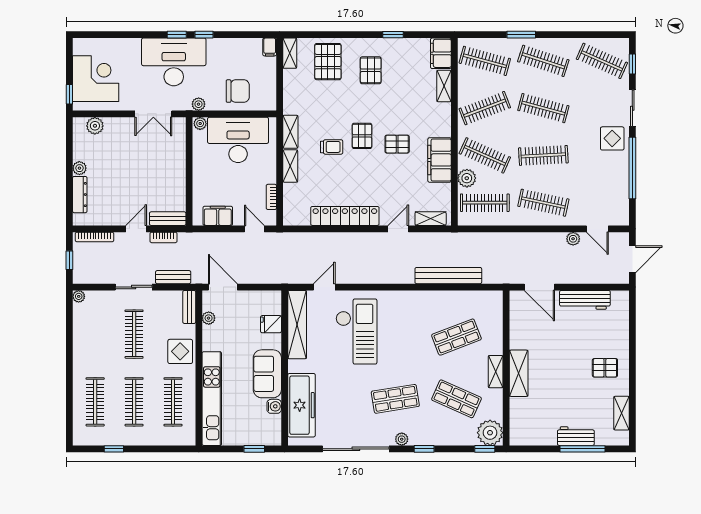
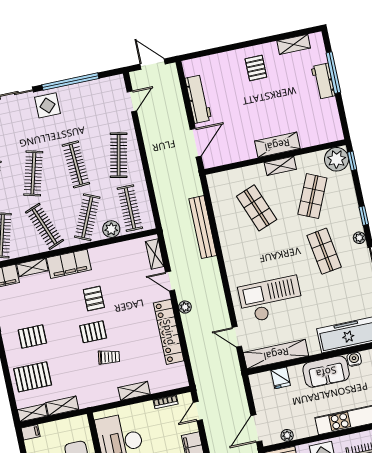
shelving: (290, 132) -> (62, 406), moved
trolley: (332, 147) -> (109, 357), turned 99
filing cabinet: (440, 160) -> (69, 264), moved
plant: (573, 239) -> (185, 307), moved

